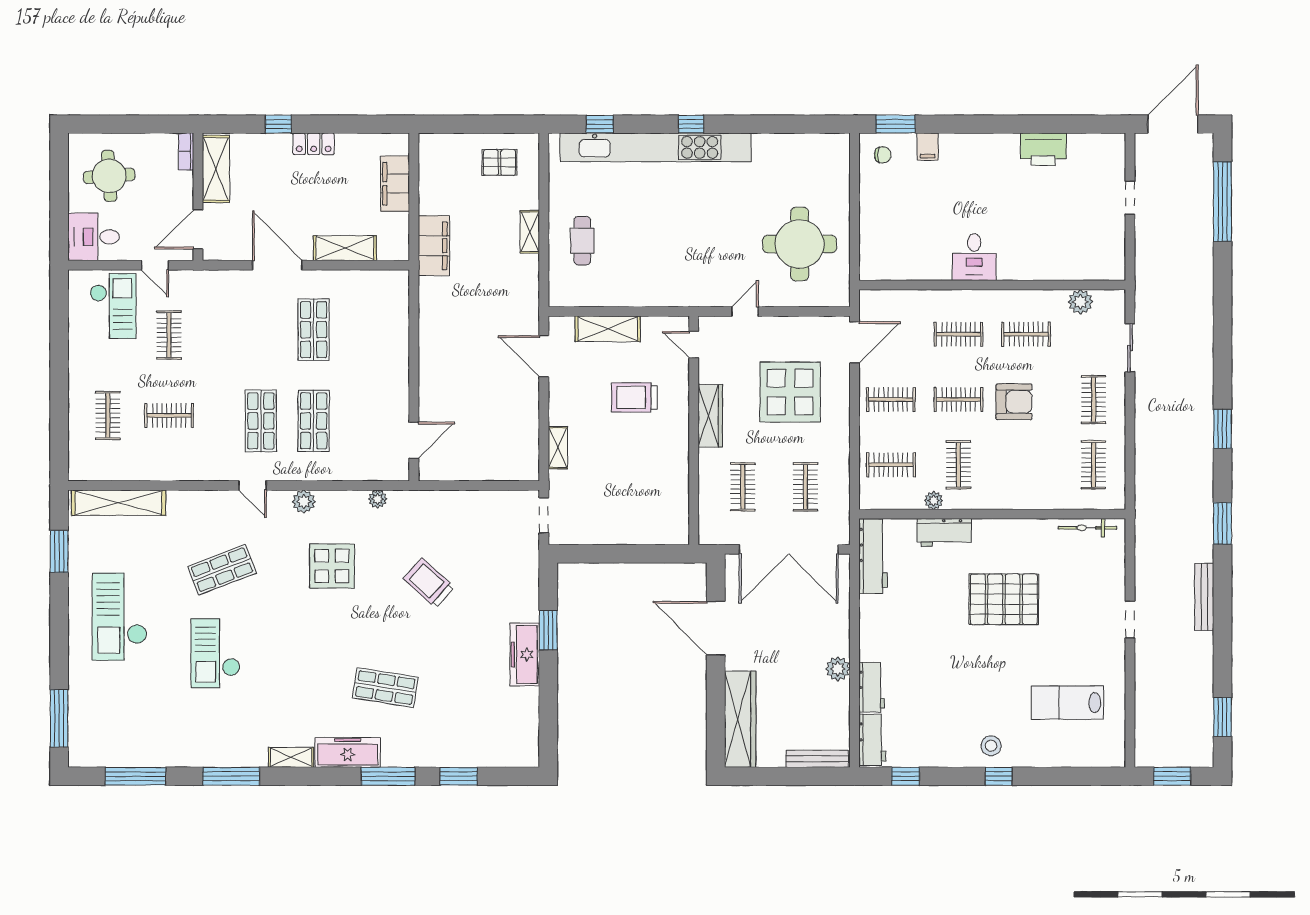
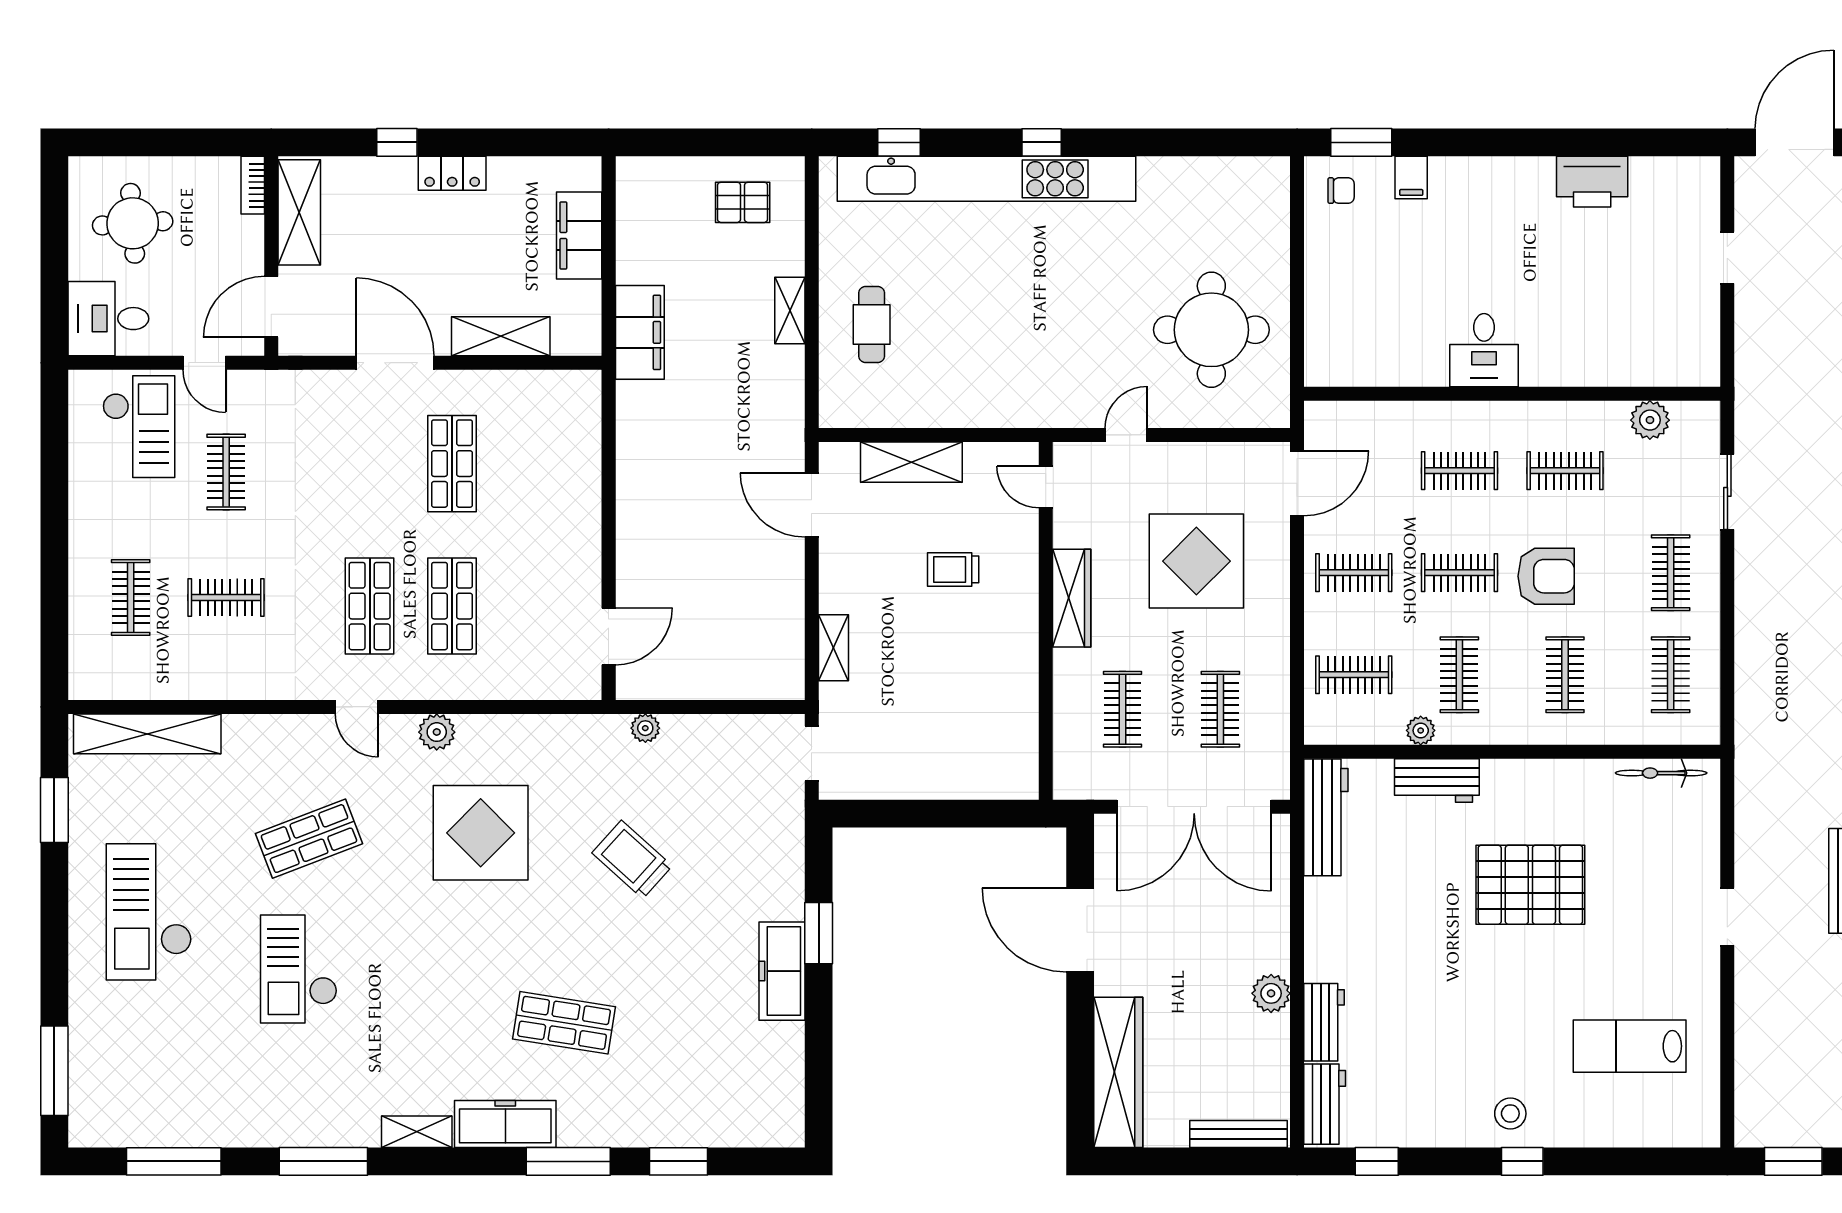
trolley: (634, 397) -> (953, 569), width x0.73, depth x0.72
clothes rail: (1026, 465) -> (1565, 675), added
plant: (378, 499) -> (645, 728), moved
display table: (332, 566) -> (481, 833), width x1.36, depth x1.36

